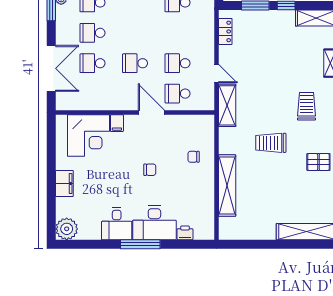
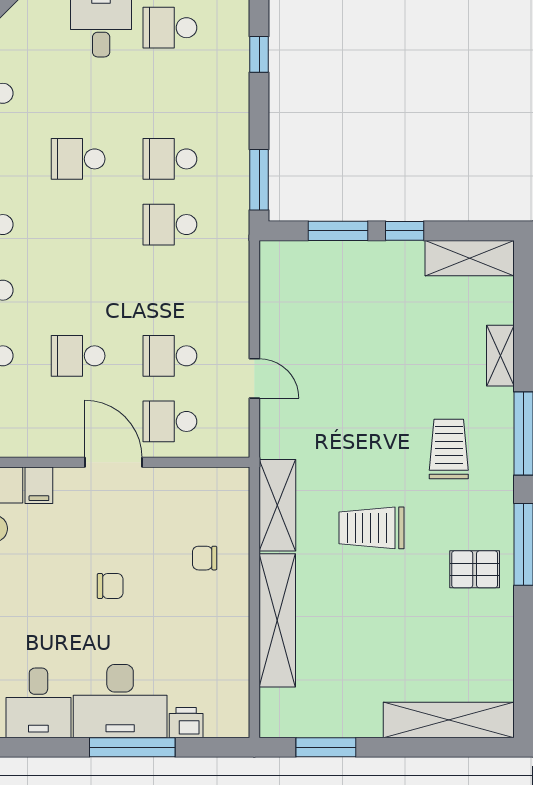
locker: (225, 31) -> (273, 287), removed
shelving: (227, 105) -> (277, 505), moved
window: (140, 244) -> (132, 747), moved
window: (250, 244) -> (326, 747), added

